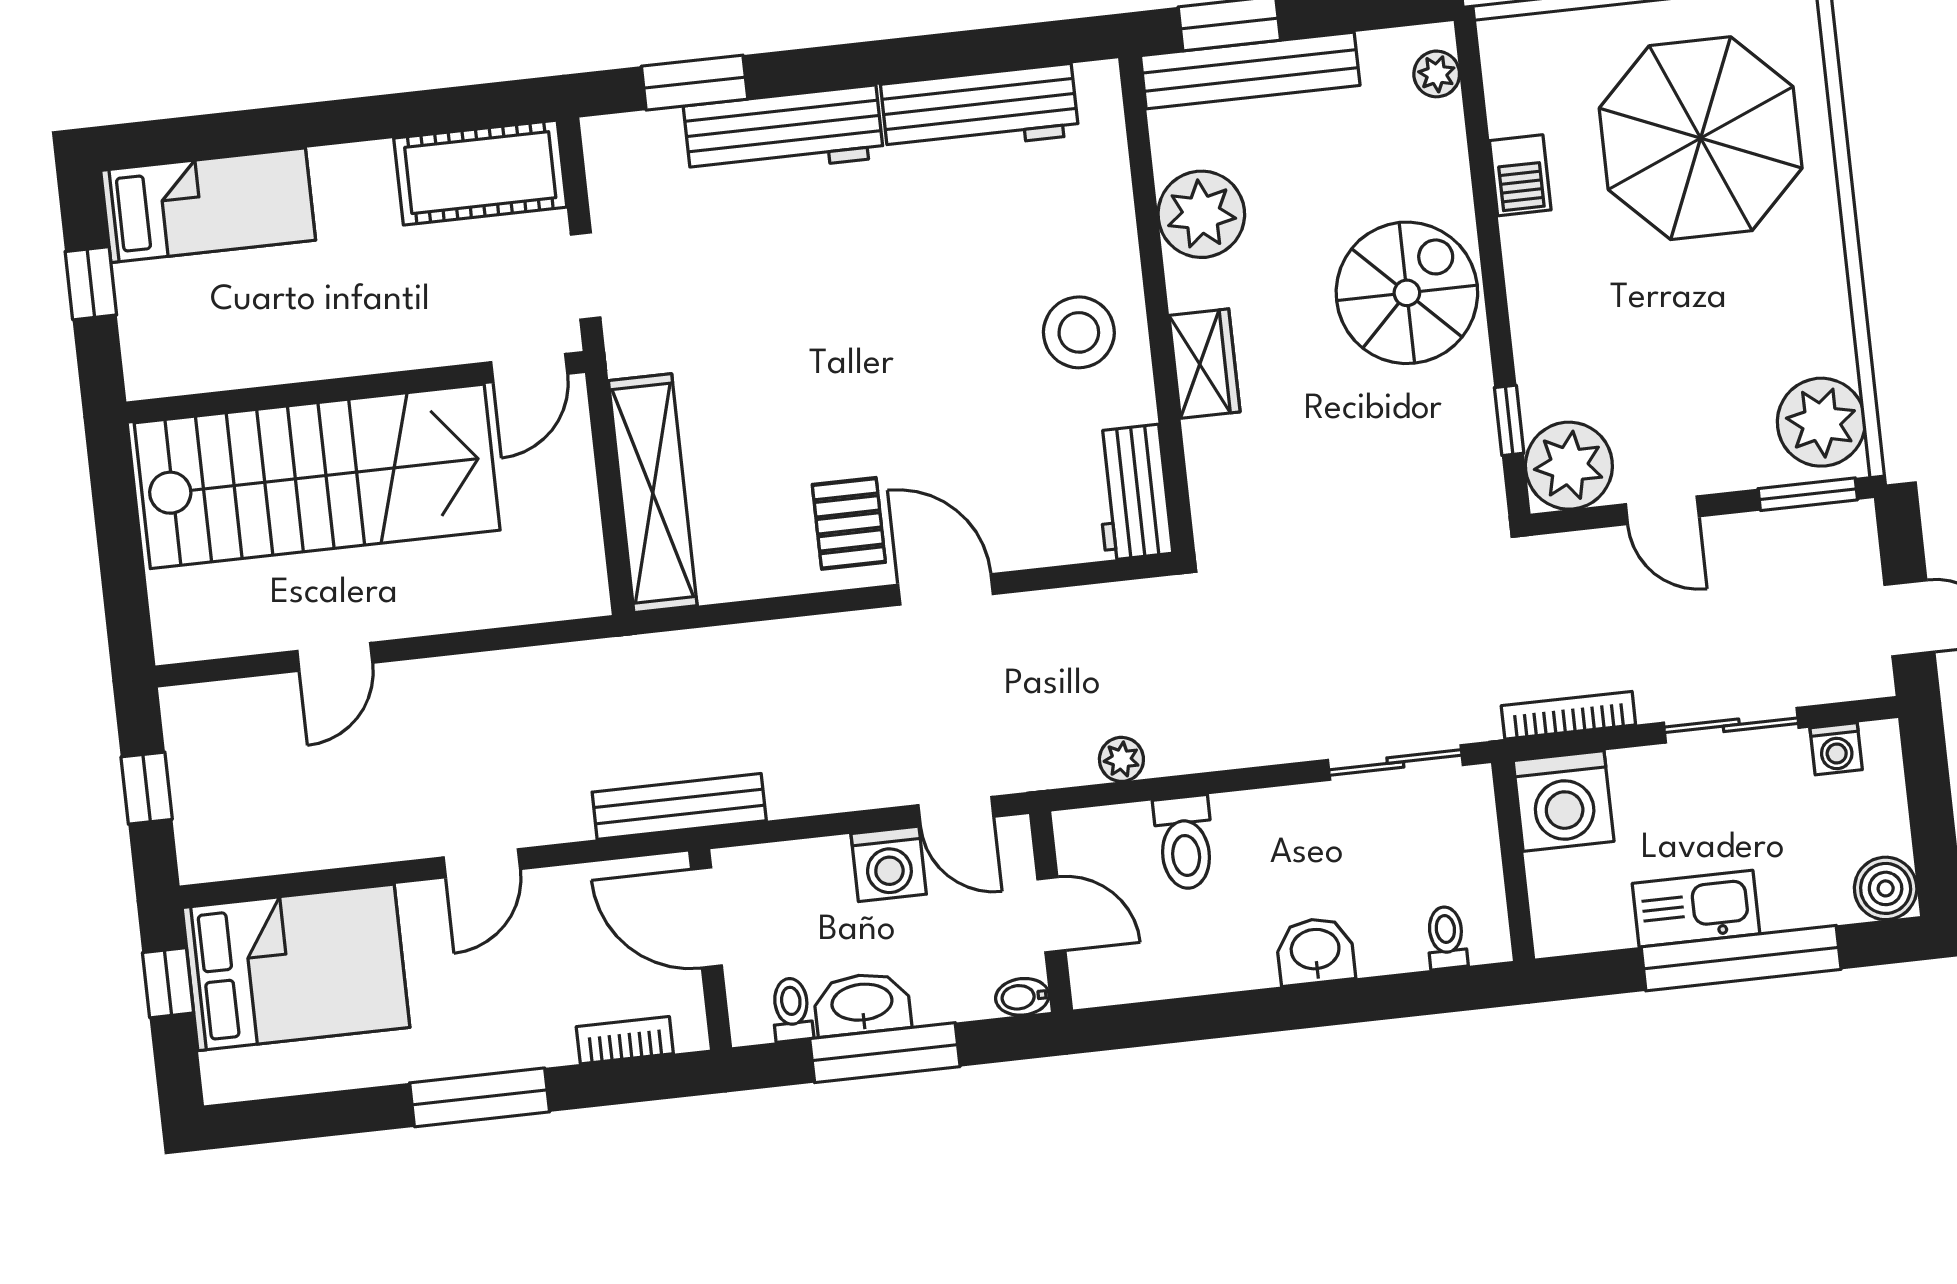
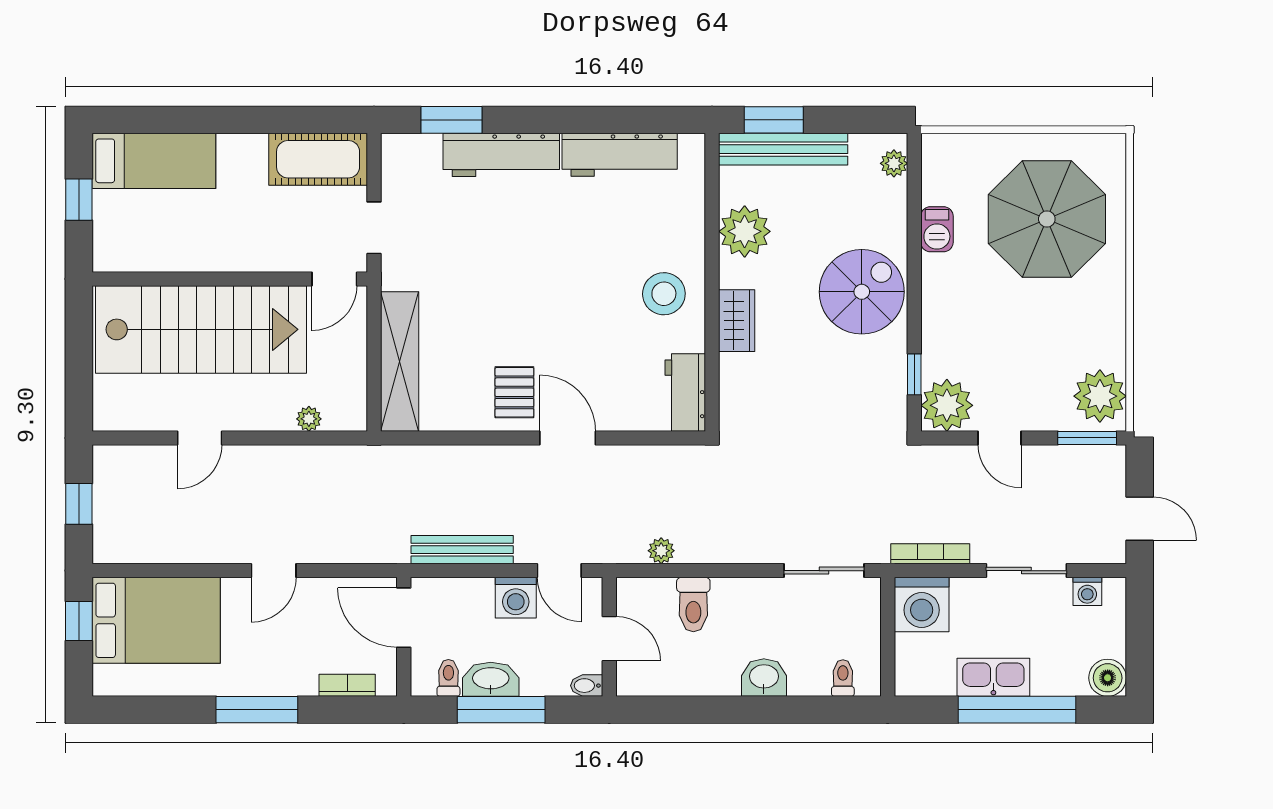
plant: (513, 605) -> (309, 419), added
bench: (679, 806) -> (462, 550), moved

